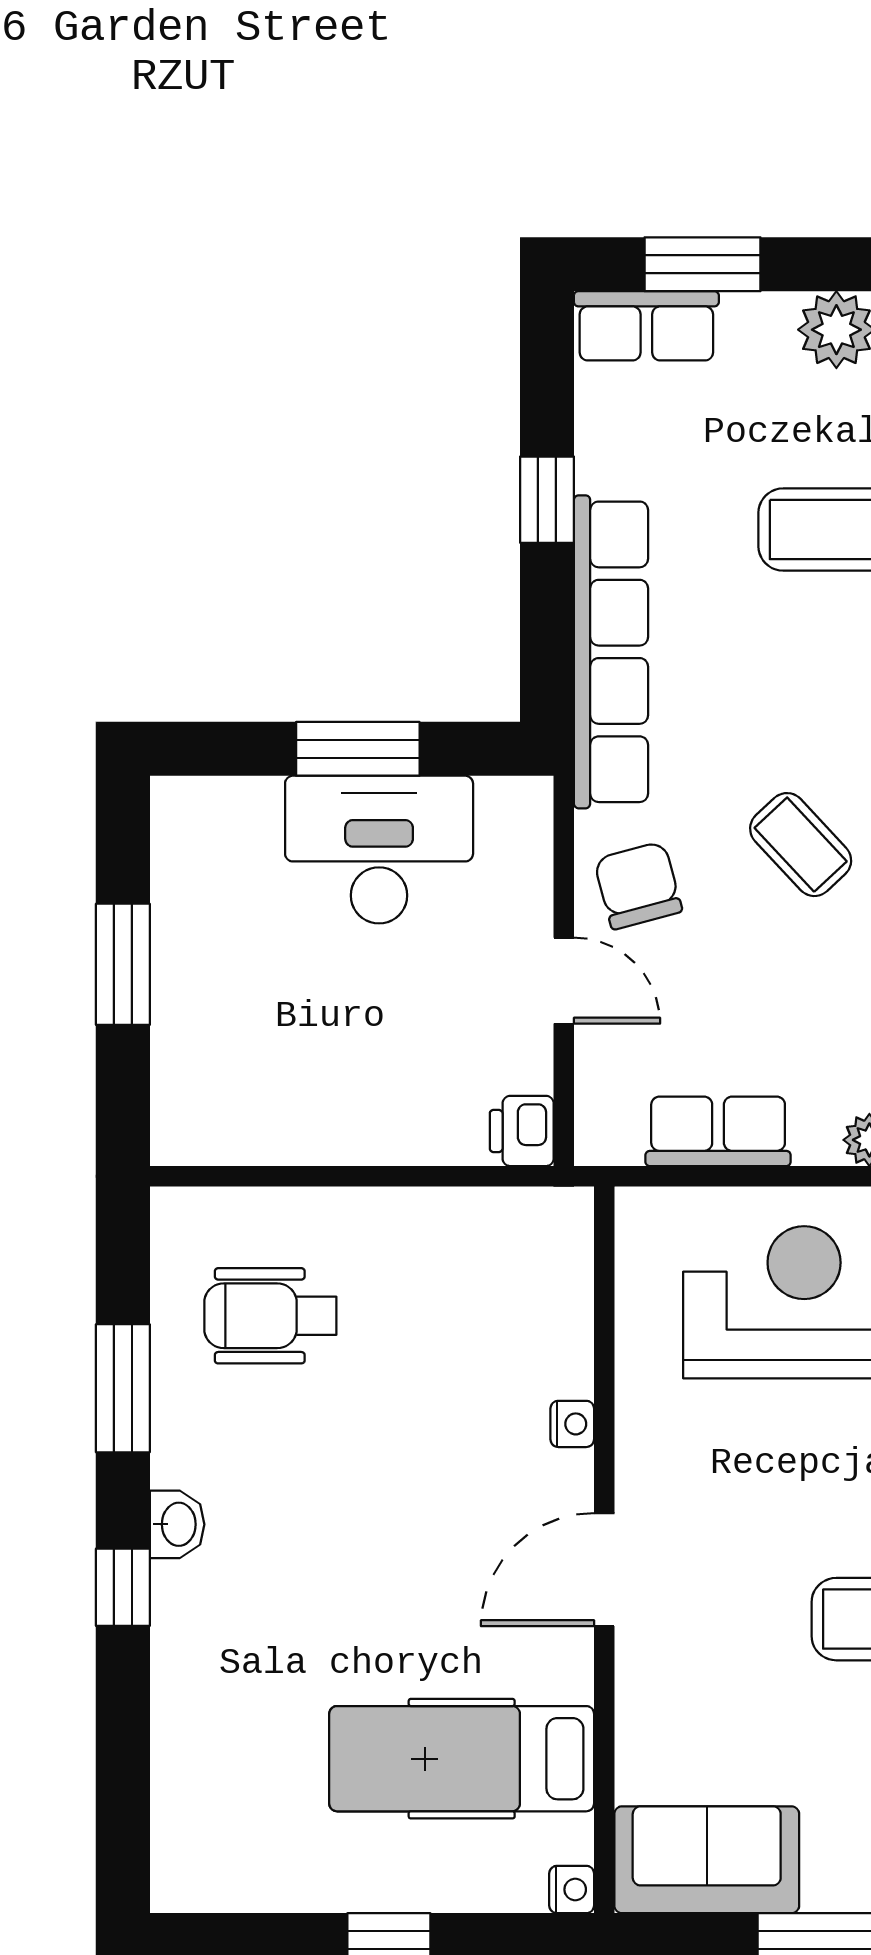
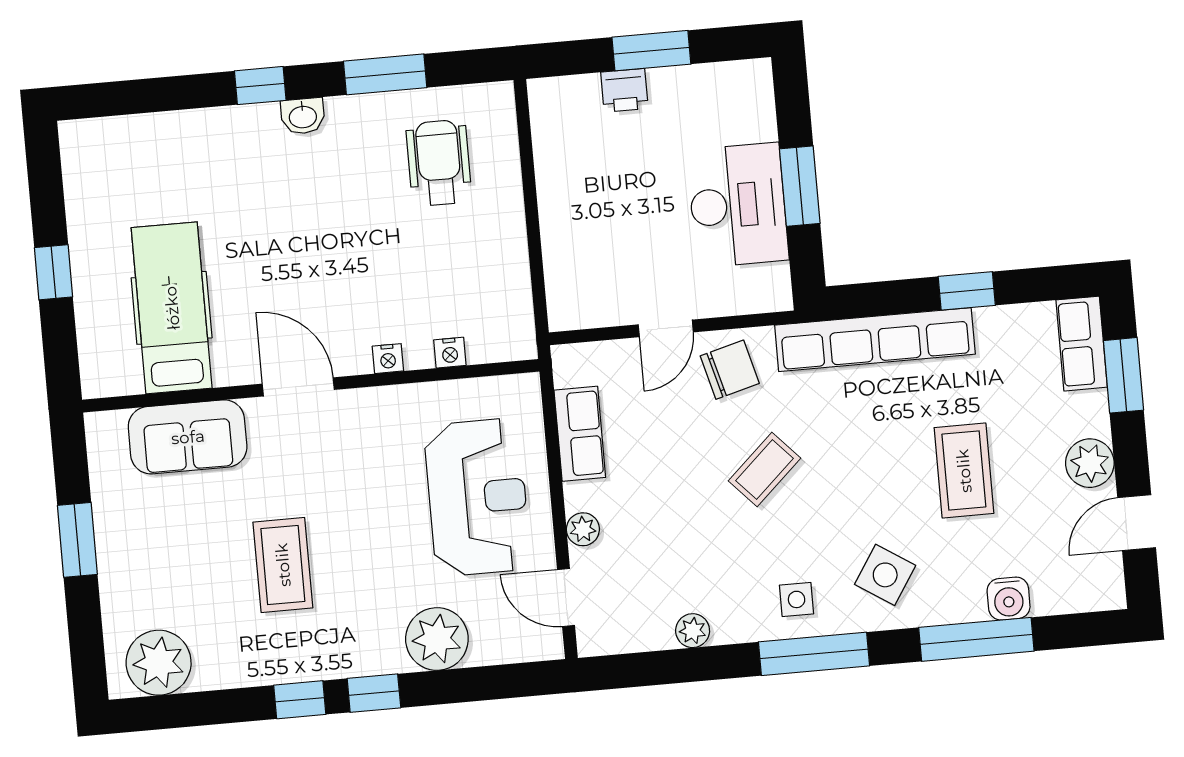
printer: (522, 1131) -> (624, 90), moved, turned 180
sofa: (707, 1860) -> (188, 437), moved, turned 90
nightstand: (572, 1890) -> (450, 353), moved

